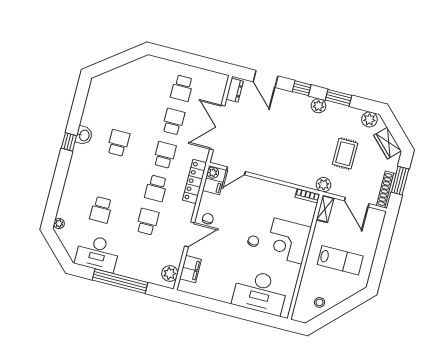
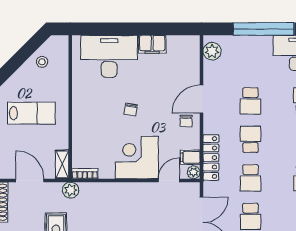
corner desk: (288, 241) -> (137, 158), moved, turned -90
lab bench: (340, 260) -> (31, 113), turned 180
filing cabinet: (190, 269) -> (152, 44), moved, turned -90

